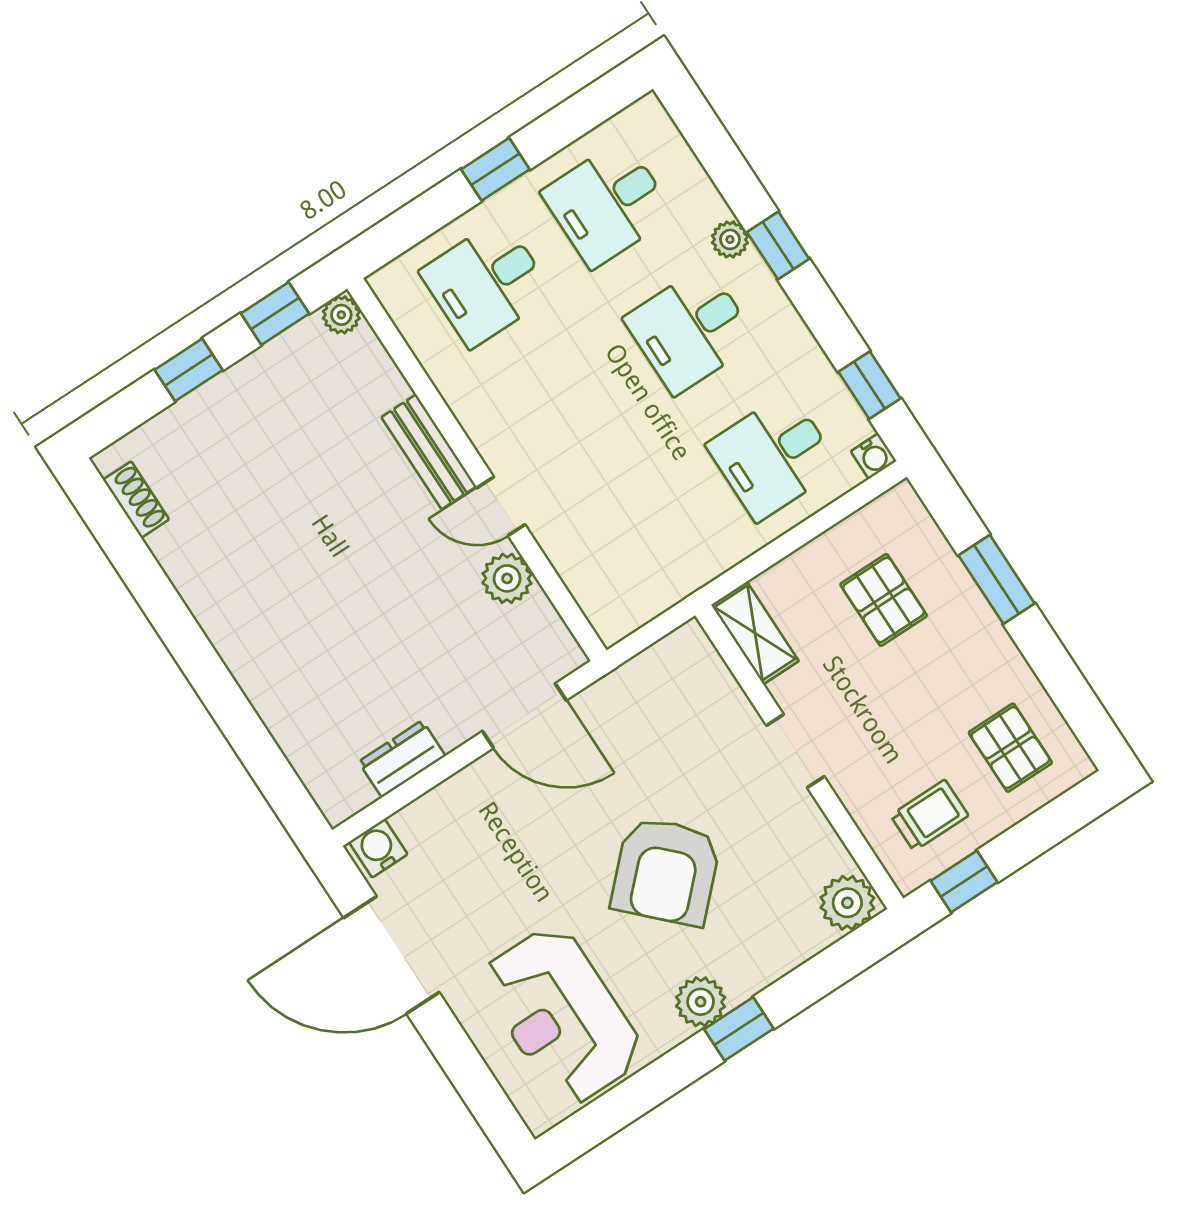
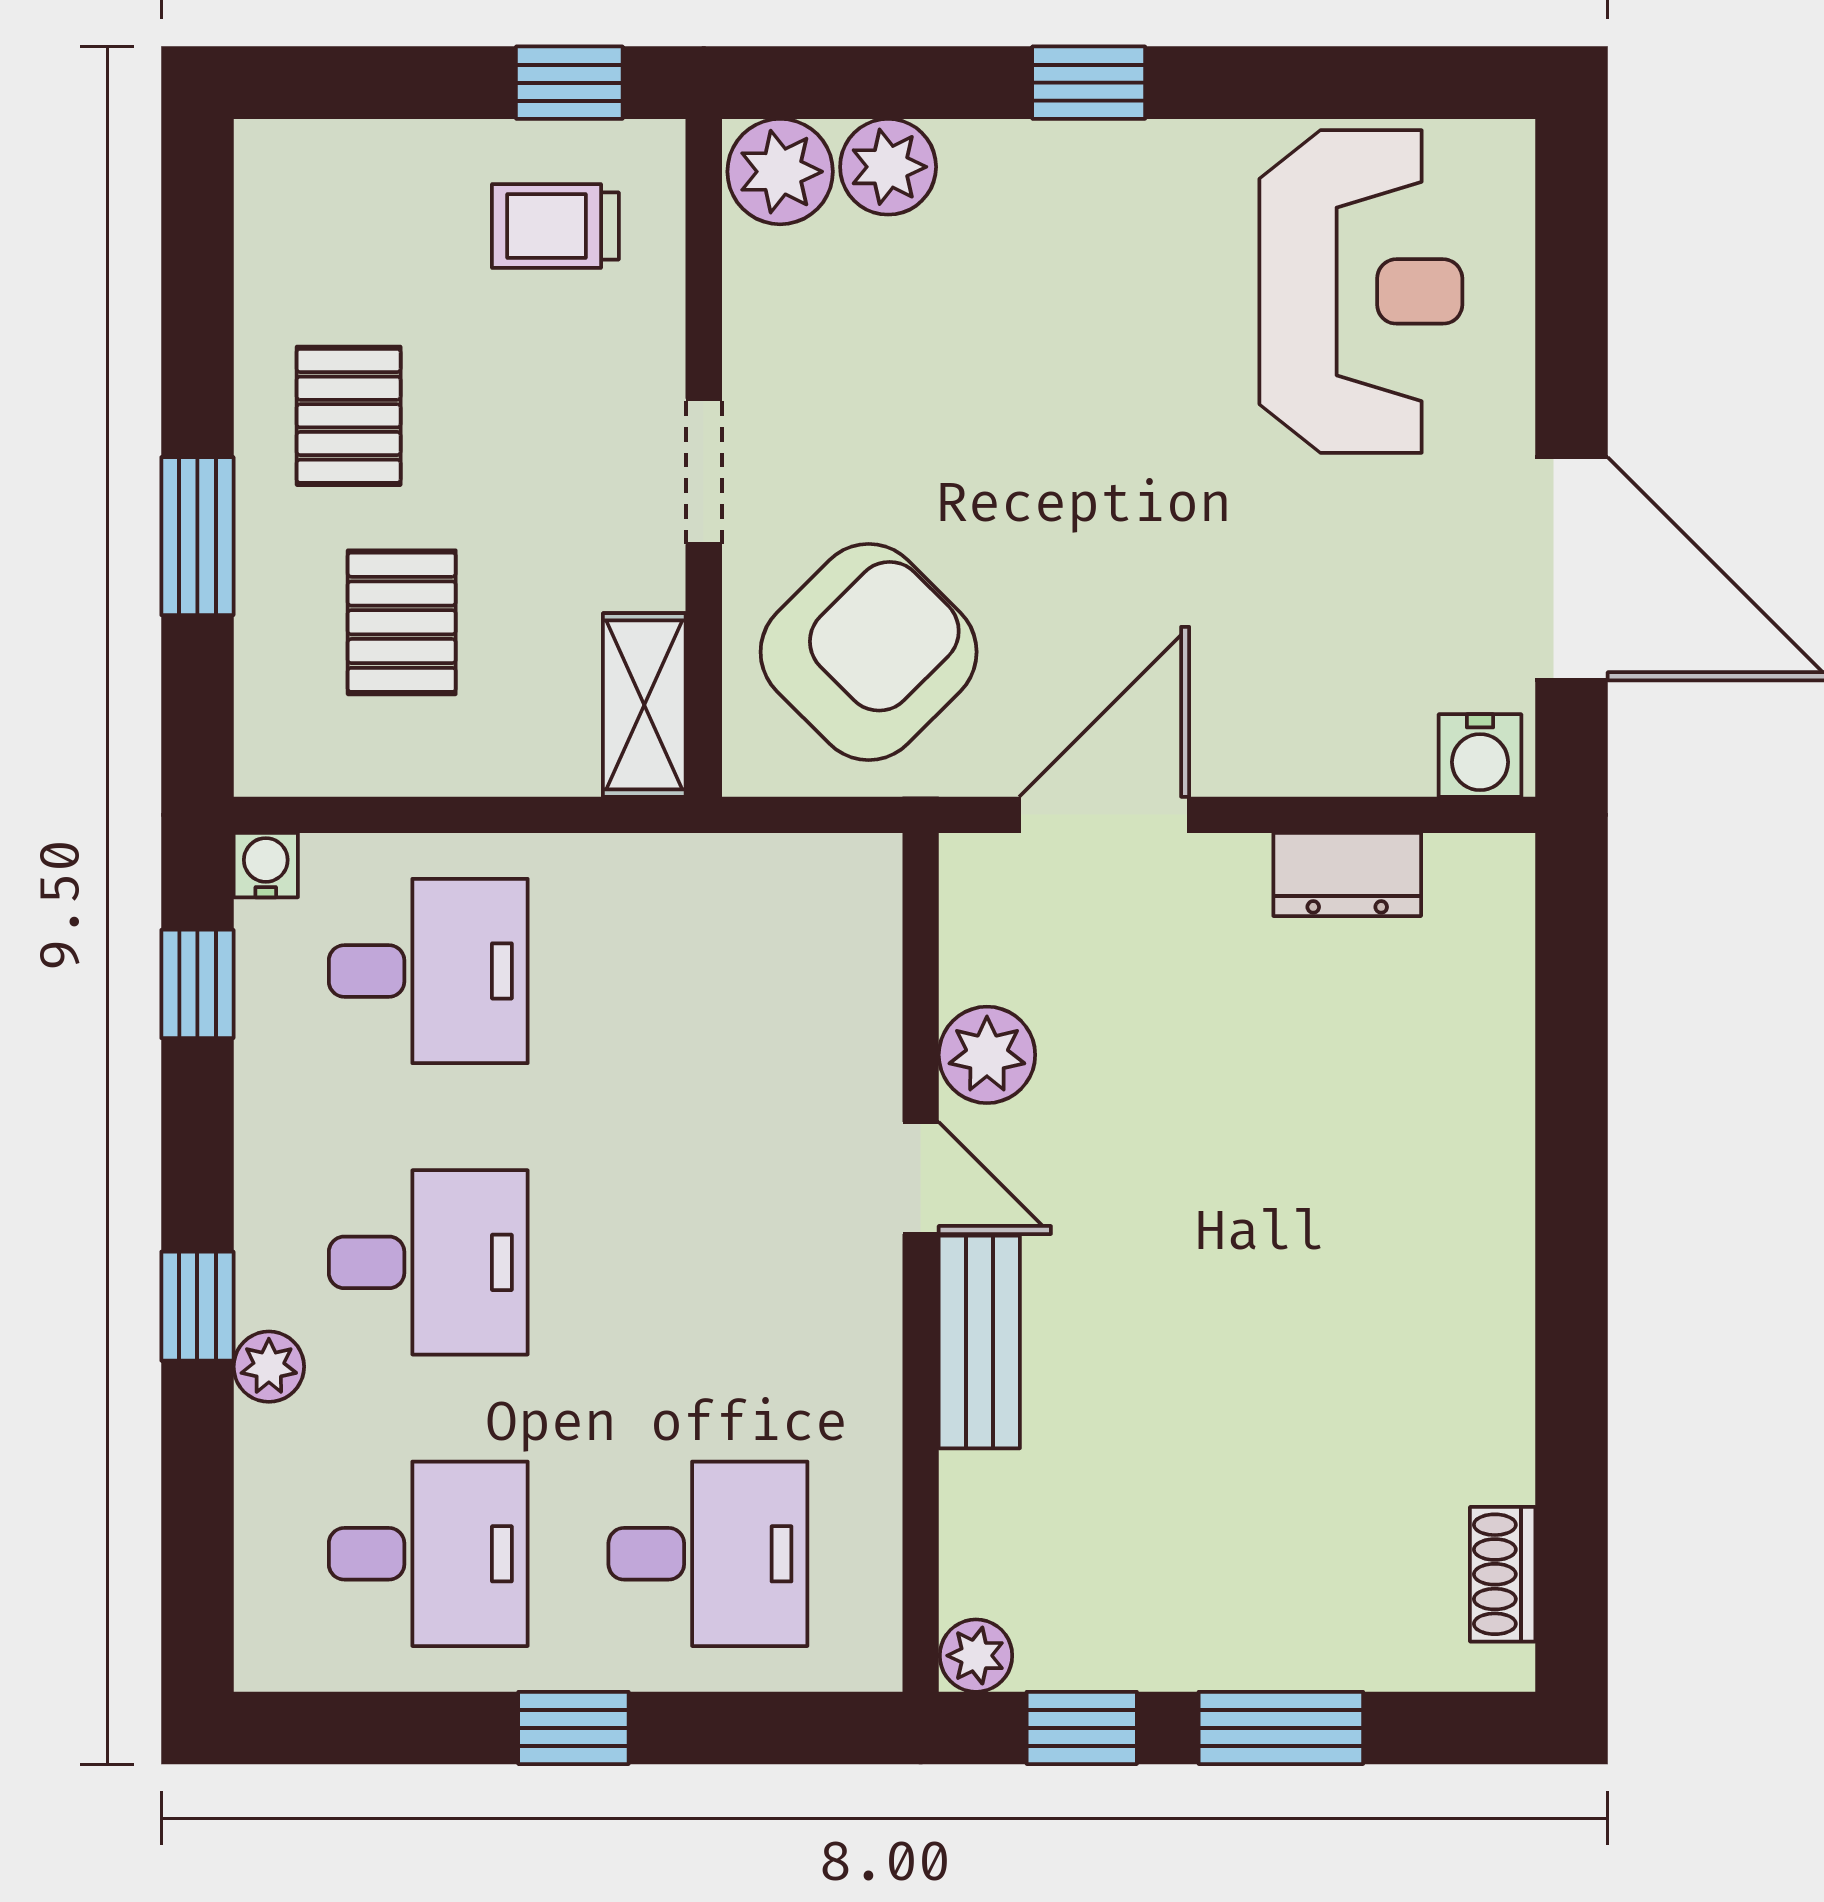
window: (189, 370) -> (1281, 1728), width x1.50
door: (524, 716) -> (1104, 815), hinge flipped
pallet: (1010, 748) -> (349, 416), moved
armchair: (666, 871) -> (869, 652), moved
plant: (701, 1002) -> (888, 167), moved

